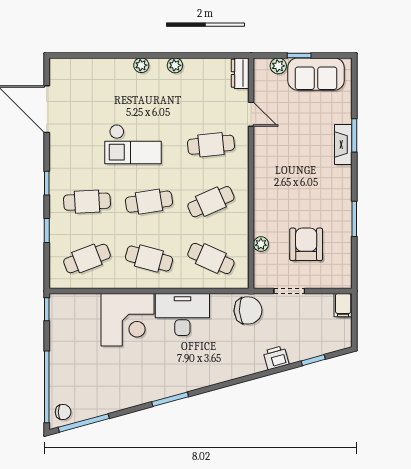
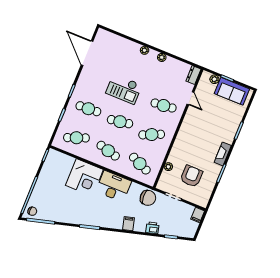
fireplace: (343, 144) -> (223, 154), moved
filing cabinet: (233, 367) -> (129, 224), added

